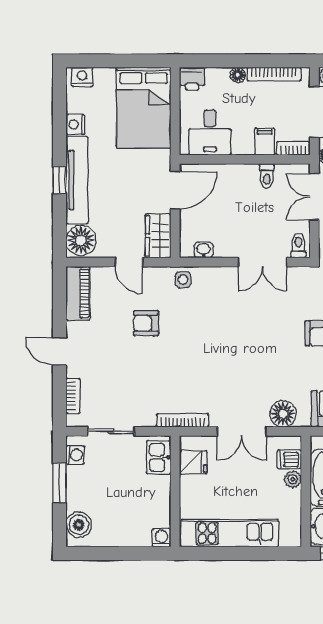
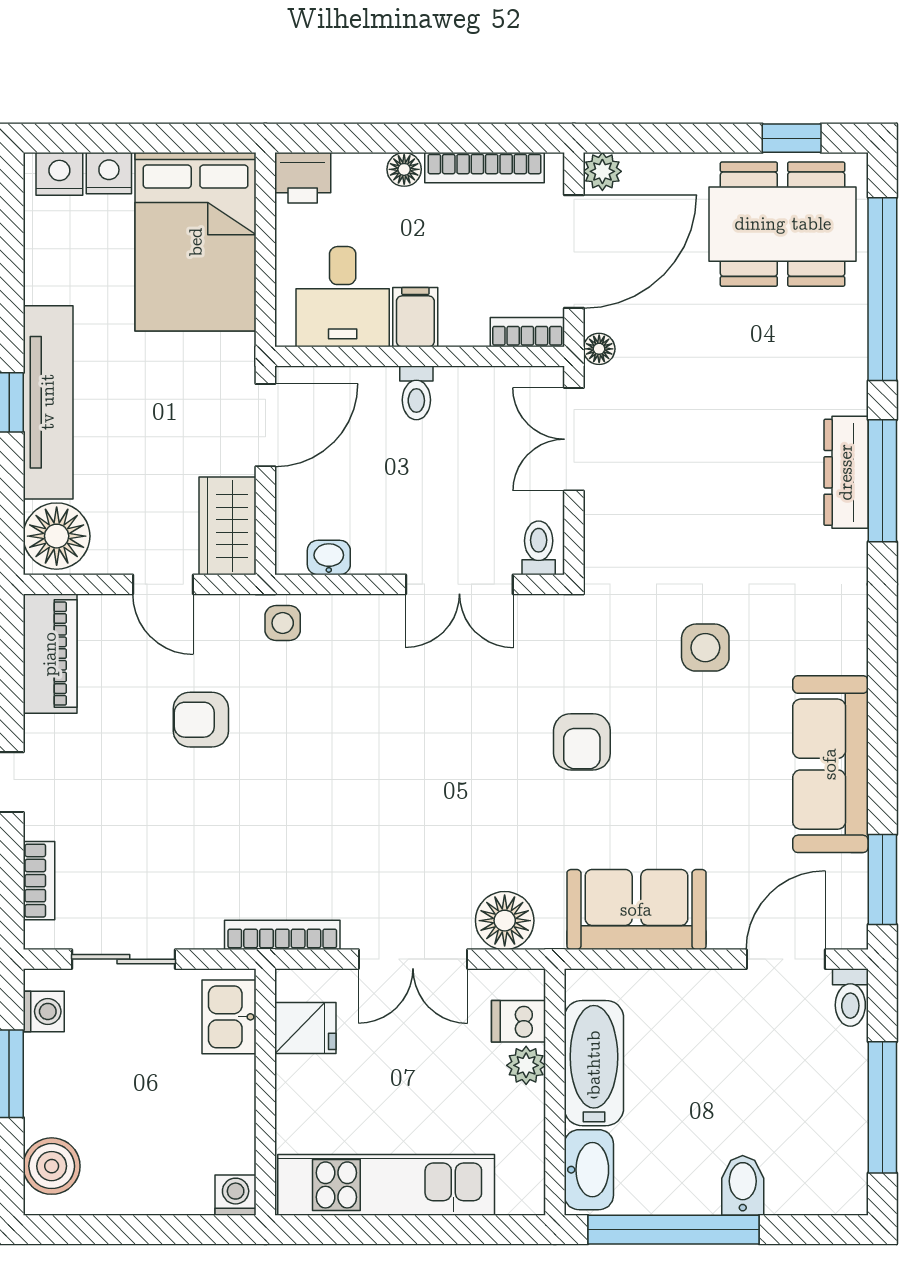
nightstand: (75, 124) -> (109, 173), moved, turned 90
filing cabinet: (265, 142) -> (415, 317), moved
toilet: (267, 176) -> (416, 393), moved

